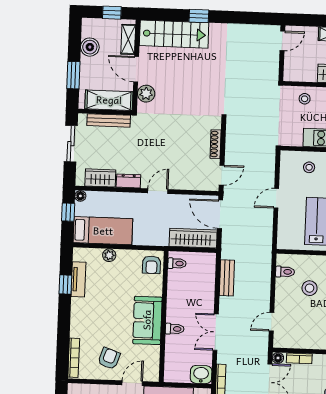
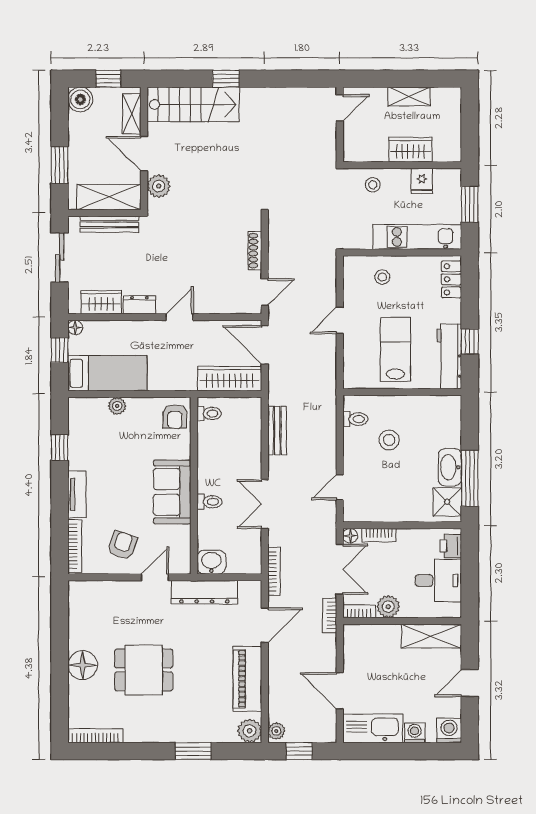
boiler: (90, 47) -> (80, 99), moved
tv unit: (78, 279) -> (77, 494), moved
washbasin: (201, 374) -> (211, 562), moved

